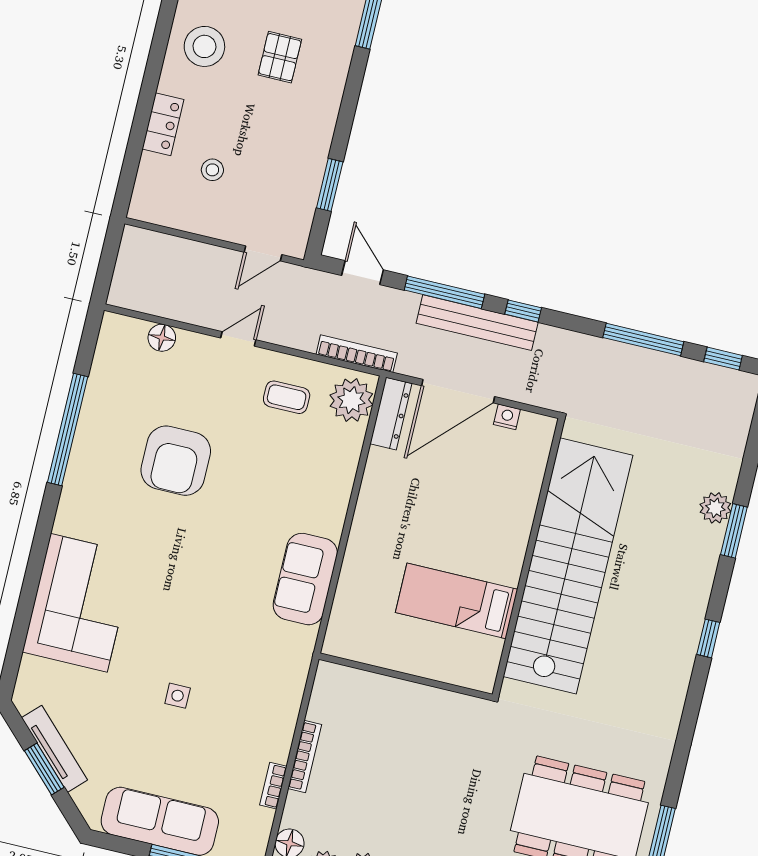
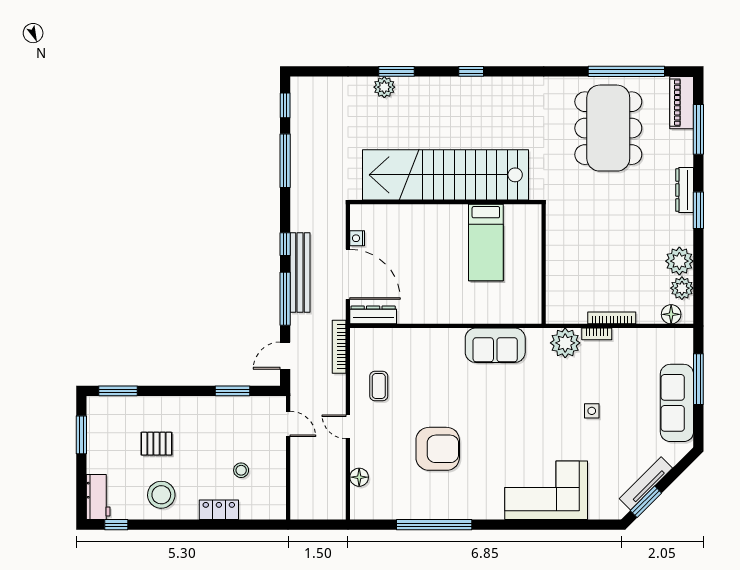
plant: (351, 400) -> (565, 343), moved
window: (44, 769) -> (646, 502), moved
bookcase: (273, 786) -> (597, 334), moved

